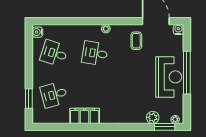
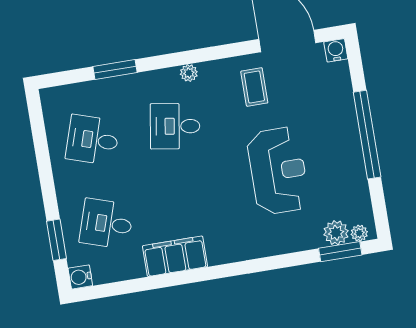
window: (71, 21) -> (115, 69), added
water cooler: (37, 32) -> (80, 277), moved
reception desk: (169, 77) -> (278, 171), moved
desk: (54, 95) -> (106, 224), turned 33
plant: (153, 117) -> (336, 233), moved

